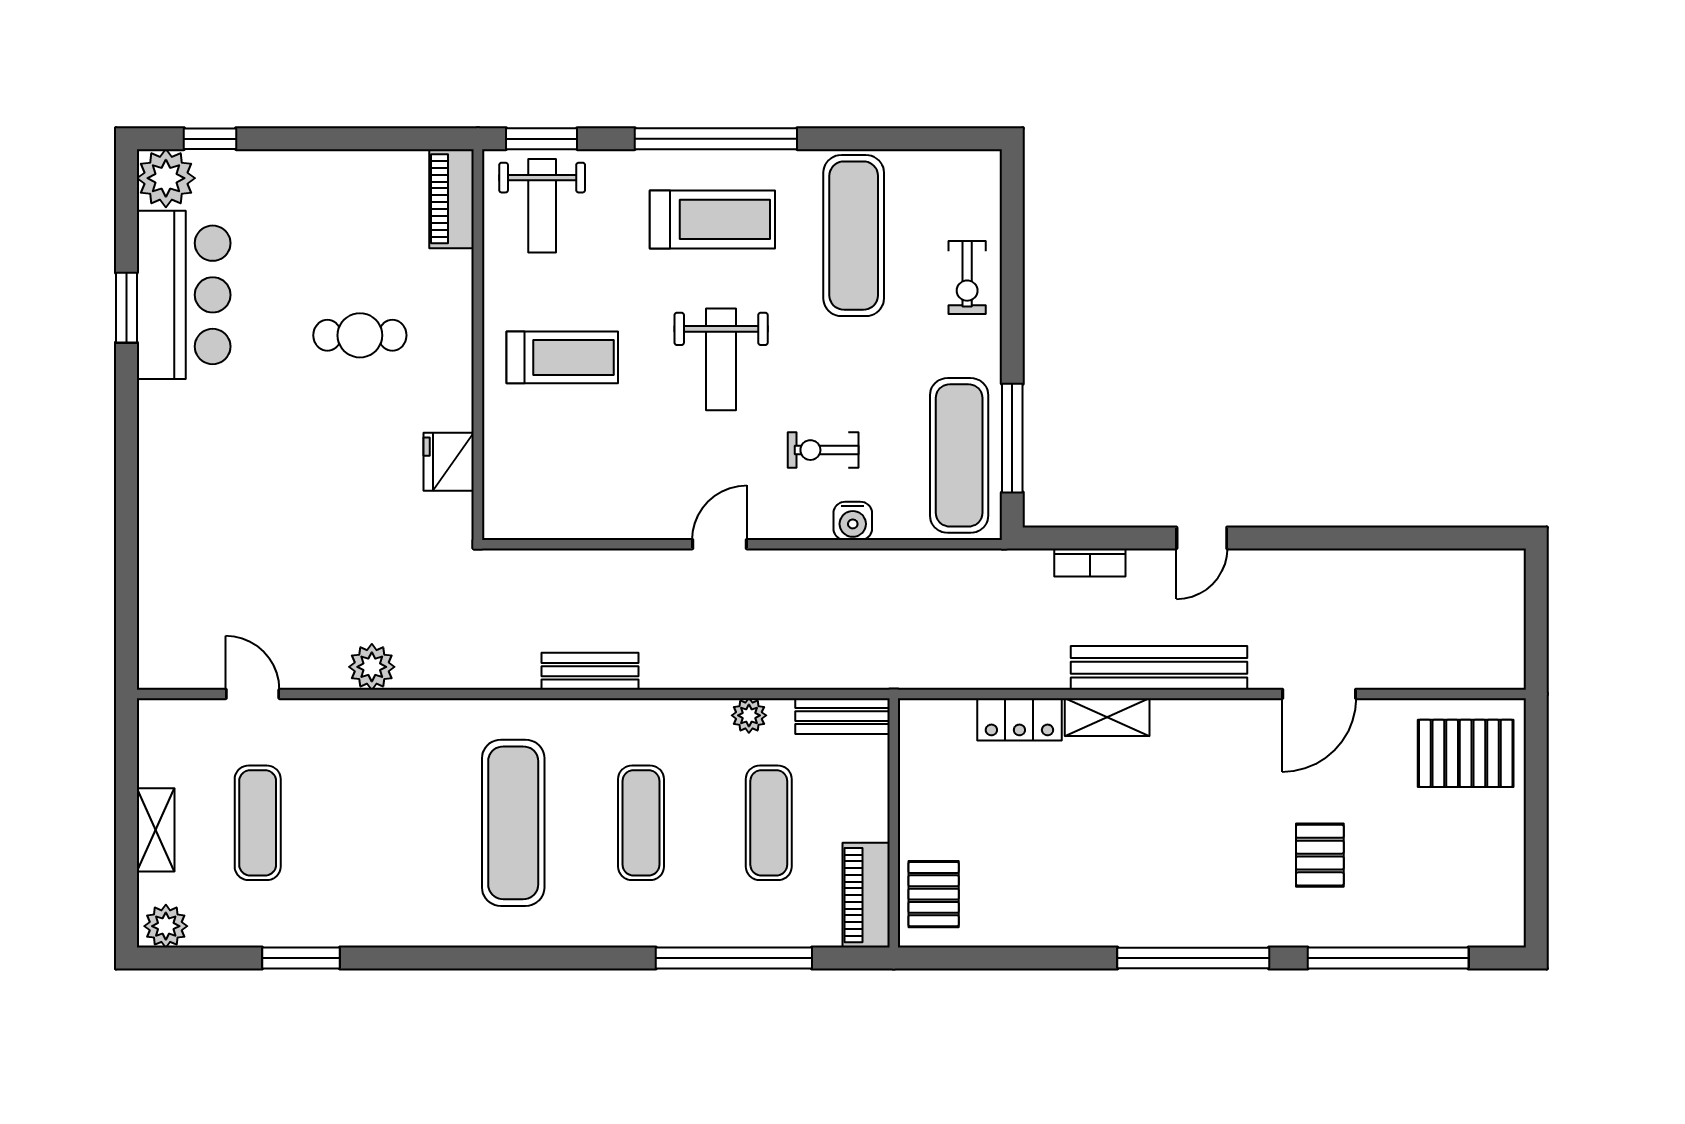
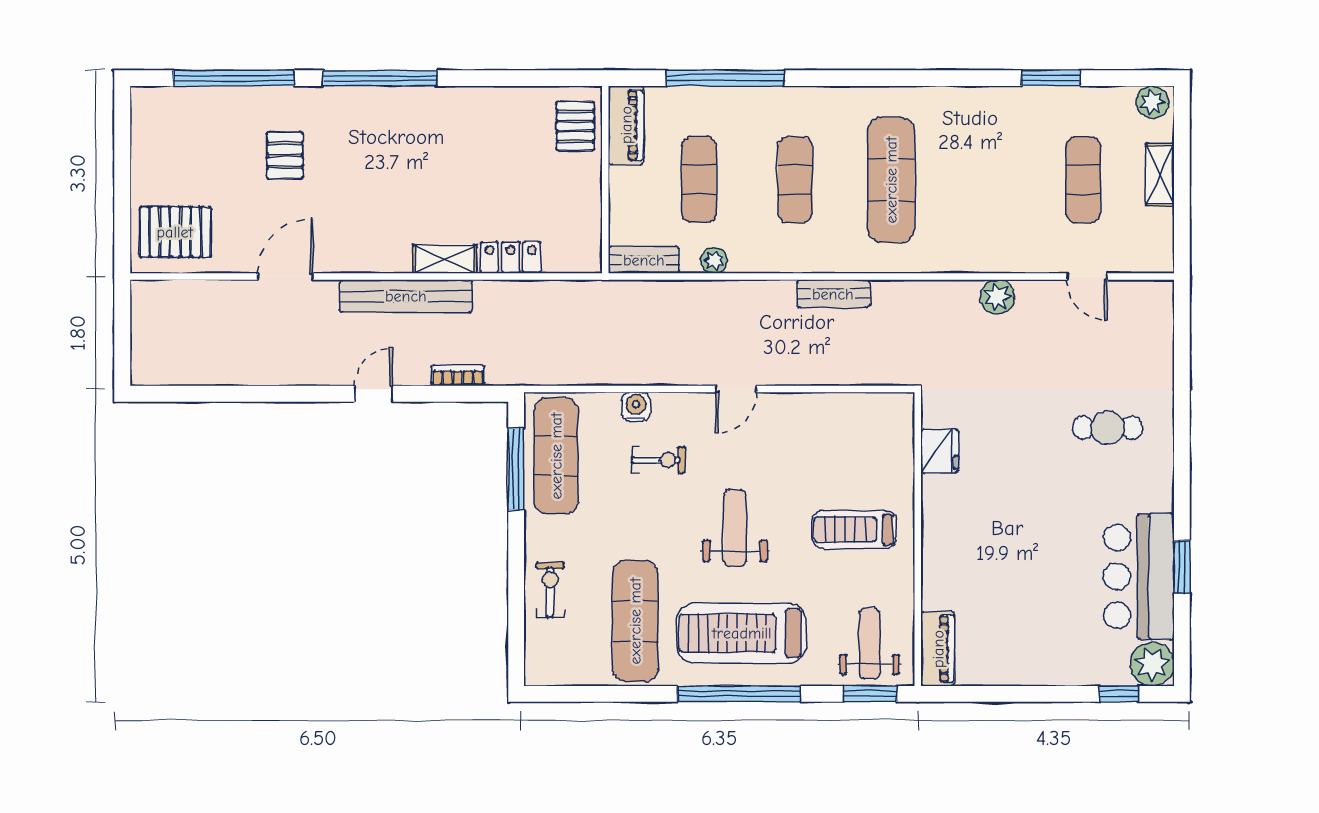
treadmill: (712, 219) -> (742, 633), width x1.37, depth x1.38
cafe table: (360, 335) -> (1108, 428), moved

